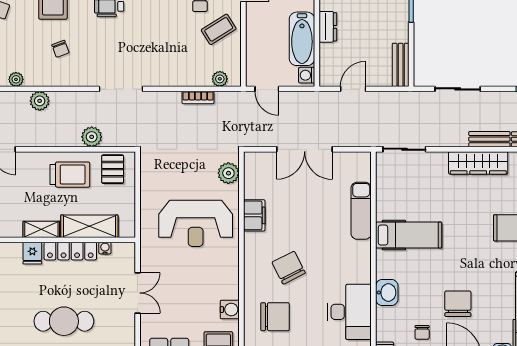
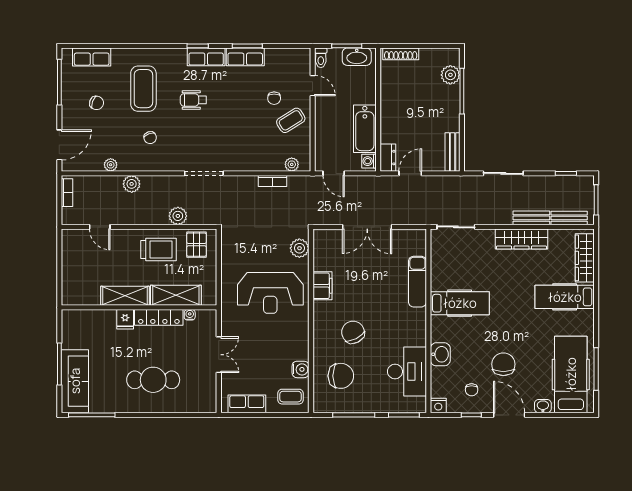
dresser: (328, 27) -> (388, 158), moved
shelving: (41, 229) -> (125, 296), width x1.50, depth x1.33

